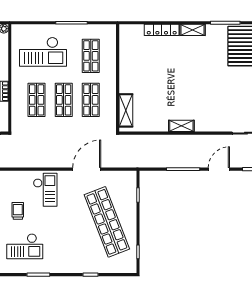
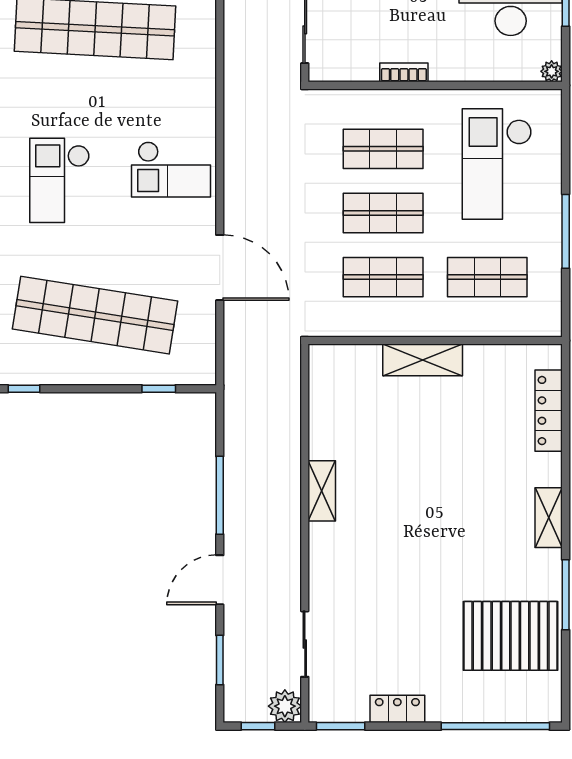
locker: (162, 30) -> (549, 411), moved
shelving: (126, 110) -> (423, 360), moved
door: (219, 169) -> (220, 580), swing flipped
trolley: (18, 211) -> (121, 105), removed
shop shelf: (107, 222) -> (95, 315), turned 30
checkout: (25, 246) -> (60, 180), moved

